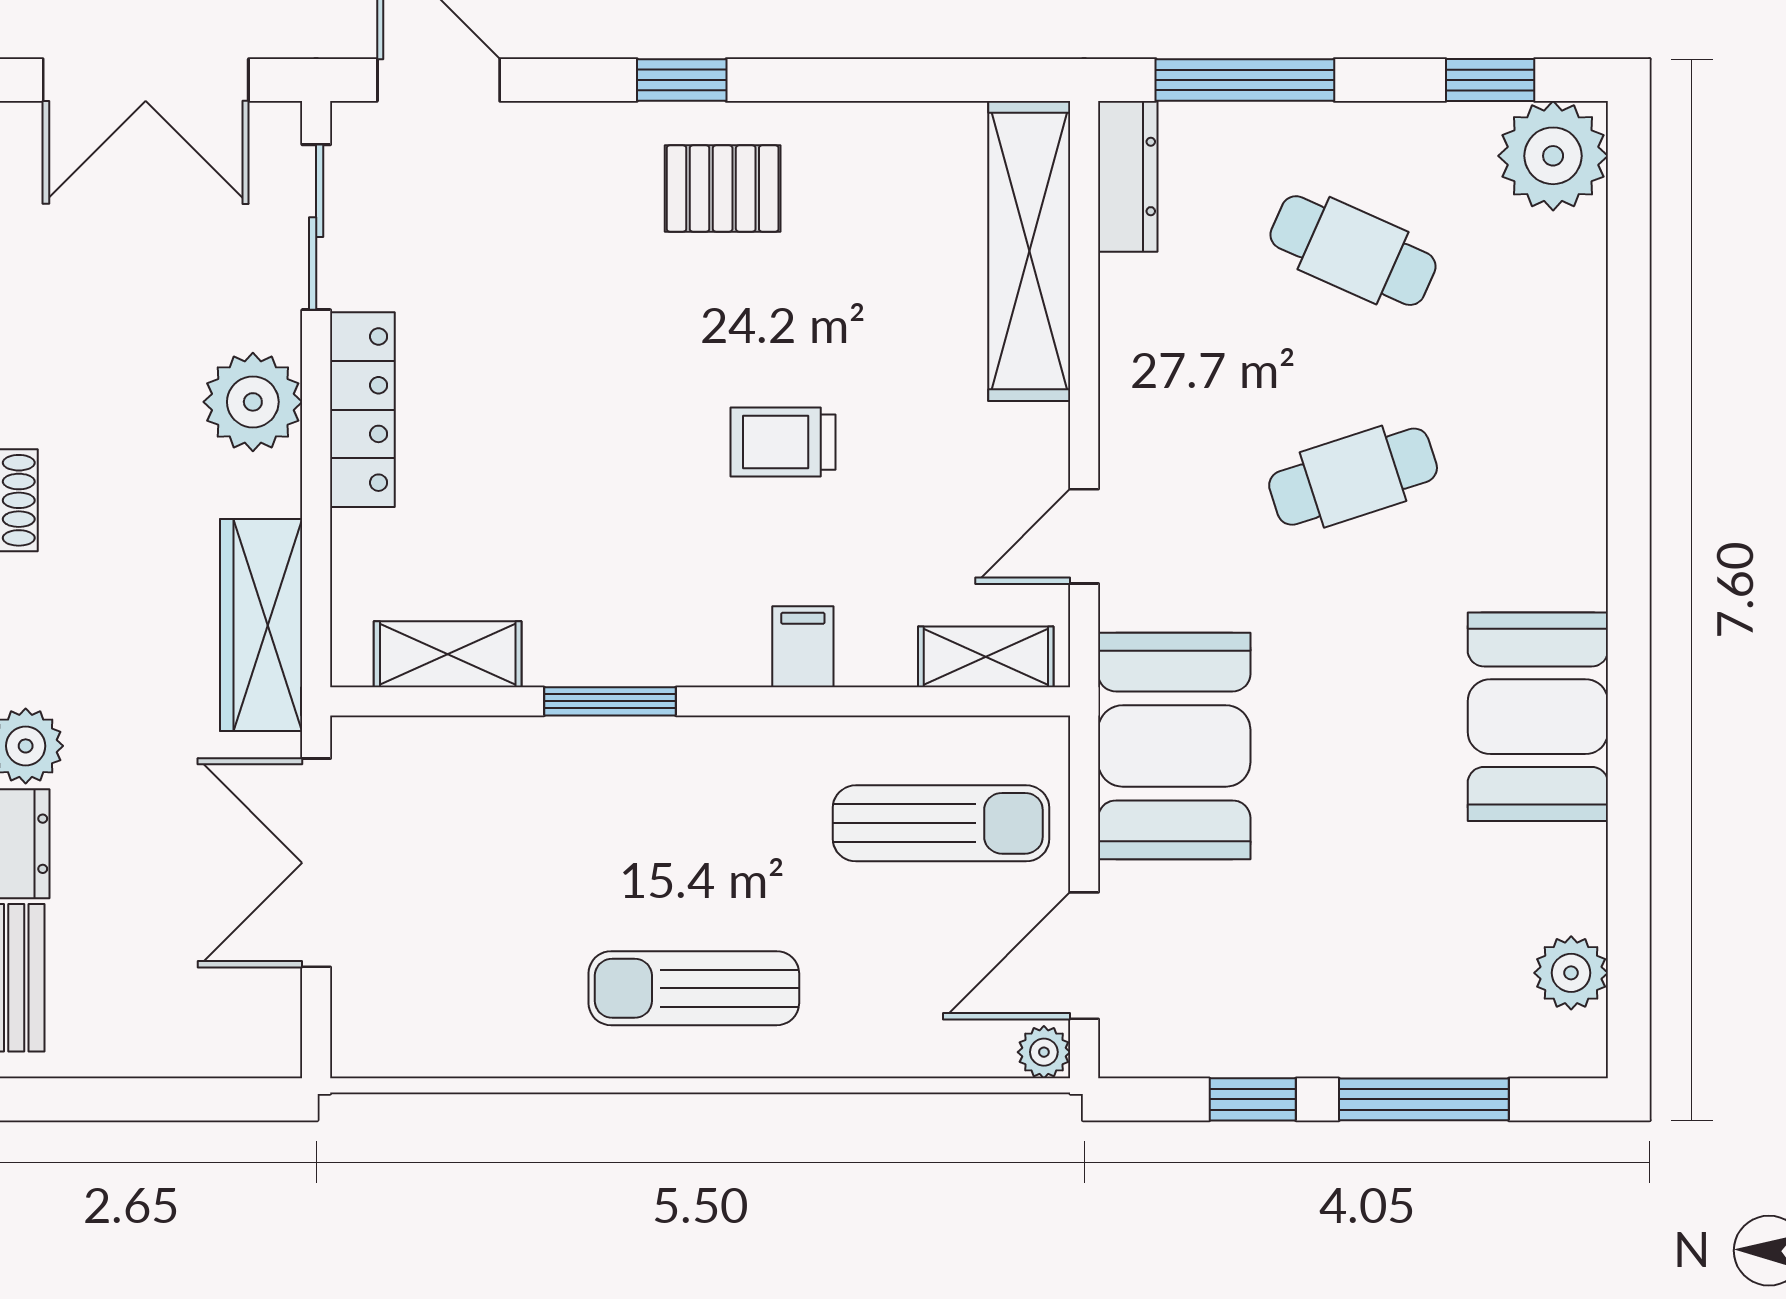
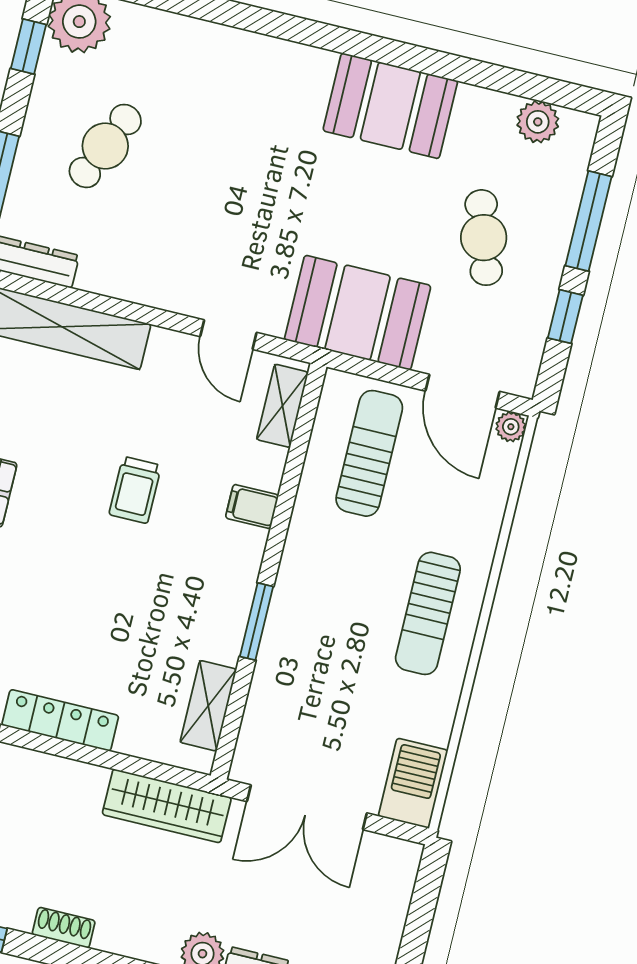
plant: (253, 402) -> (41, 780), removed
cafe table: (1353, 477) -> (484, 238), moved
barbecue: (400, 1033) -> (413, 783), added

